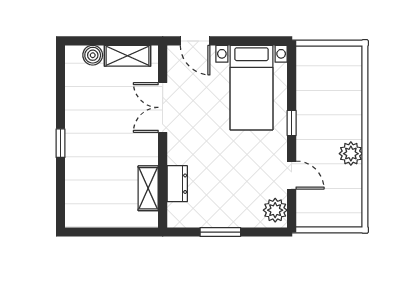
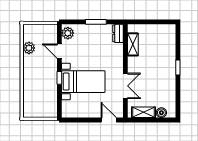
bed with nightstands: (251, 88) -> (83, 82), moved, turned 90
plant: (351, 154) -> (29, 48), moved
dresser: (177, 184) -> (118, 33), moved

